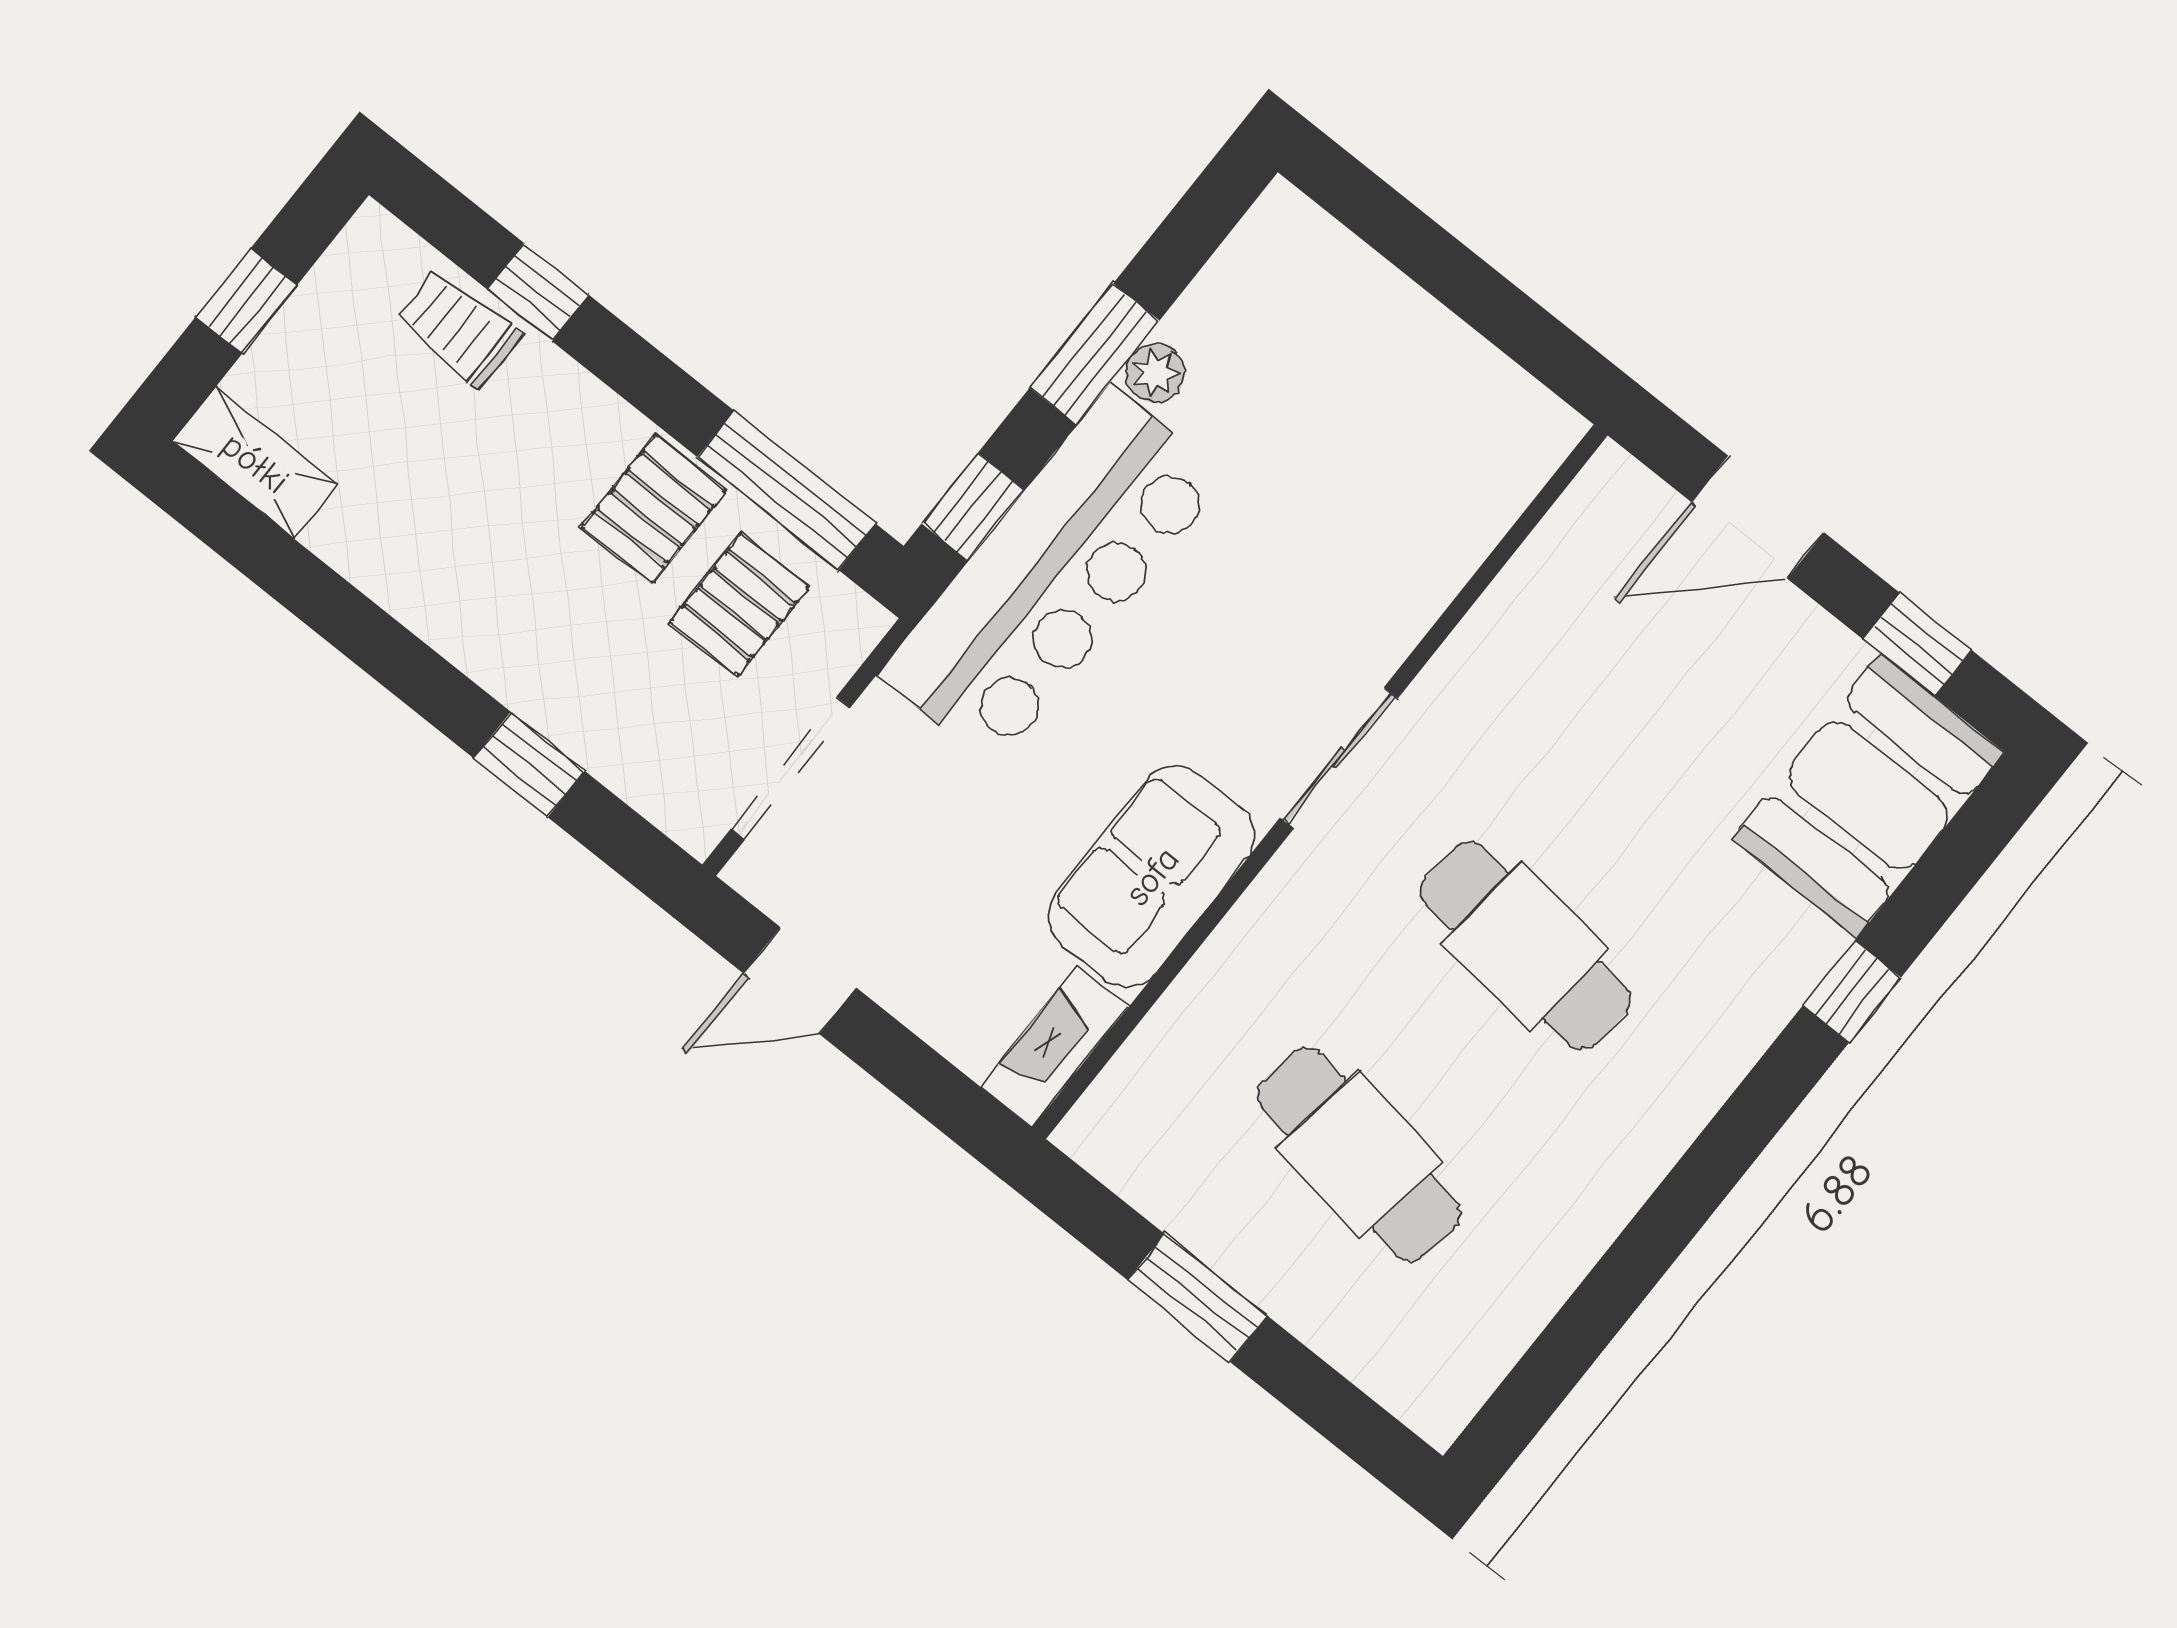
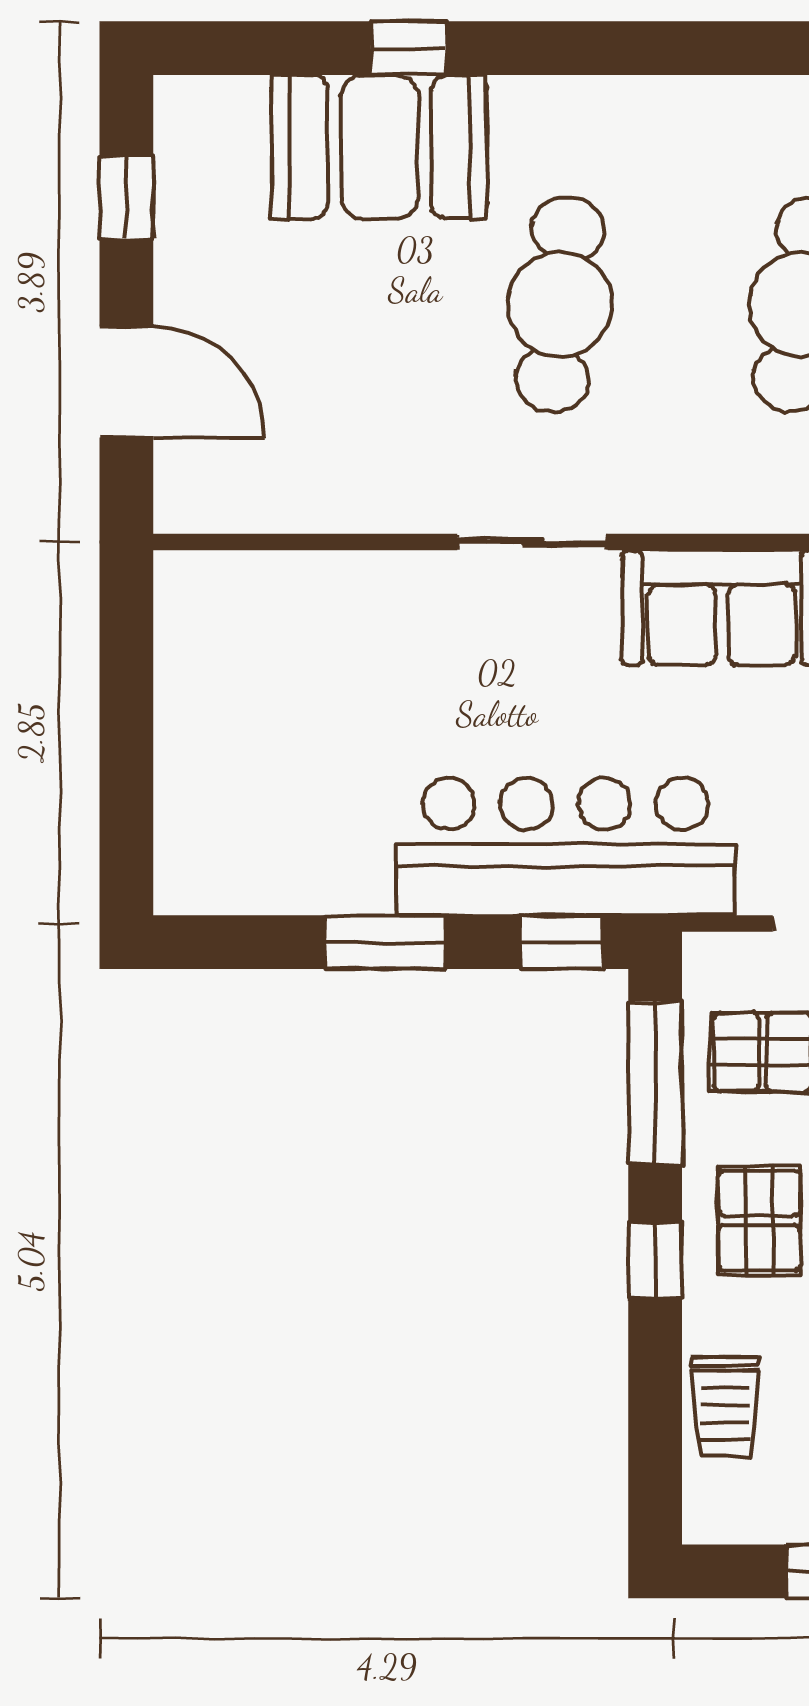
window: (538, 292) -> (655, 1261), moved
plant: (1155, 373) -> (364, 889), removed
pallet: (654, 509) -> (759, 1220), moved, turned 90
booth: (1868, 796) -> (379, 147), moved

